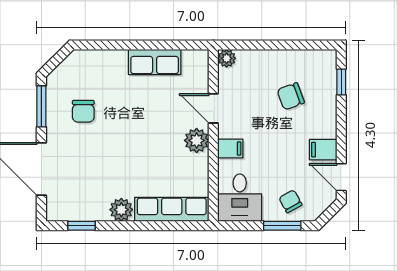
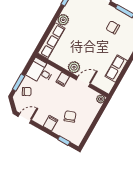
filing cabinet: (323, 150) -> (50, 123), moved

